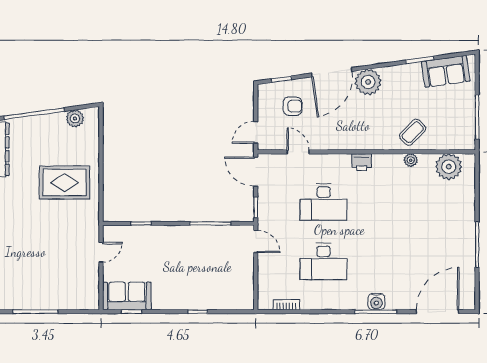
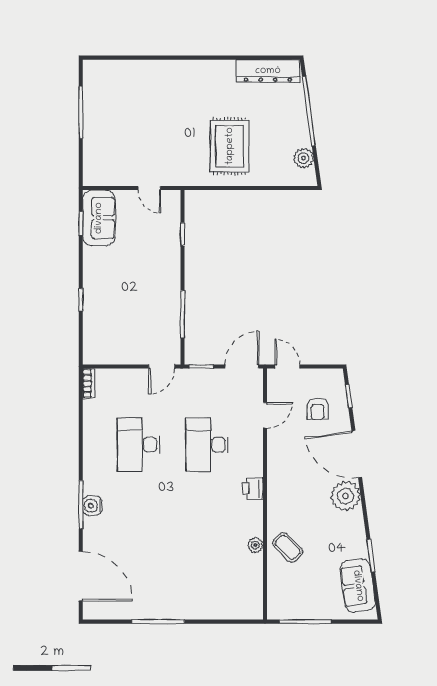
plant: (449, 167) -> (248, 589), removed
bookcase: (286, 305) -> (89, 383), moved

